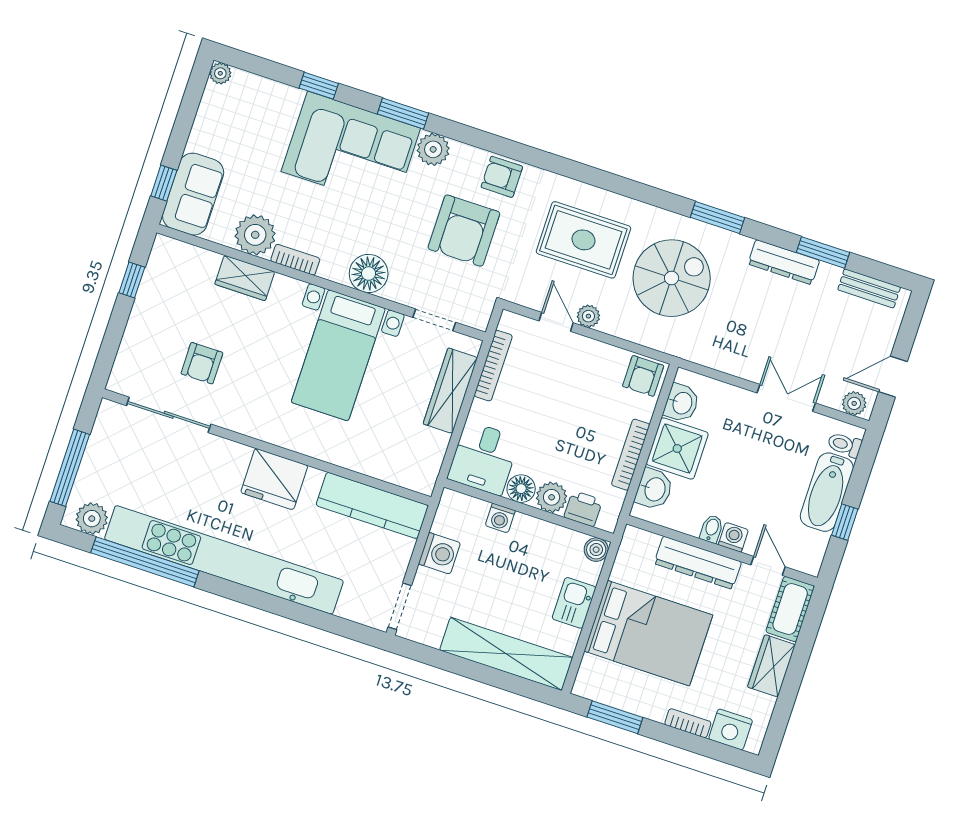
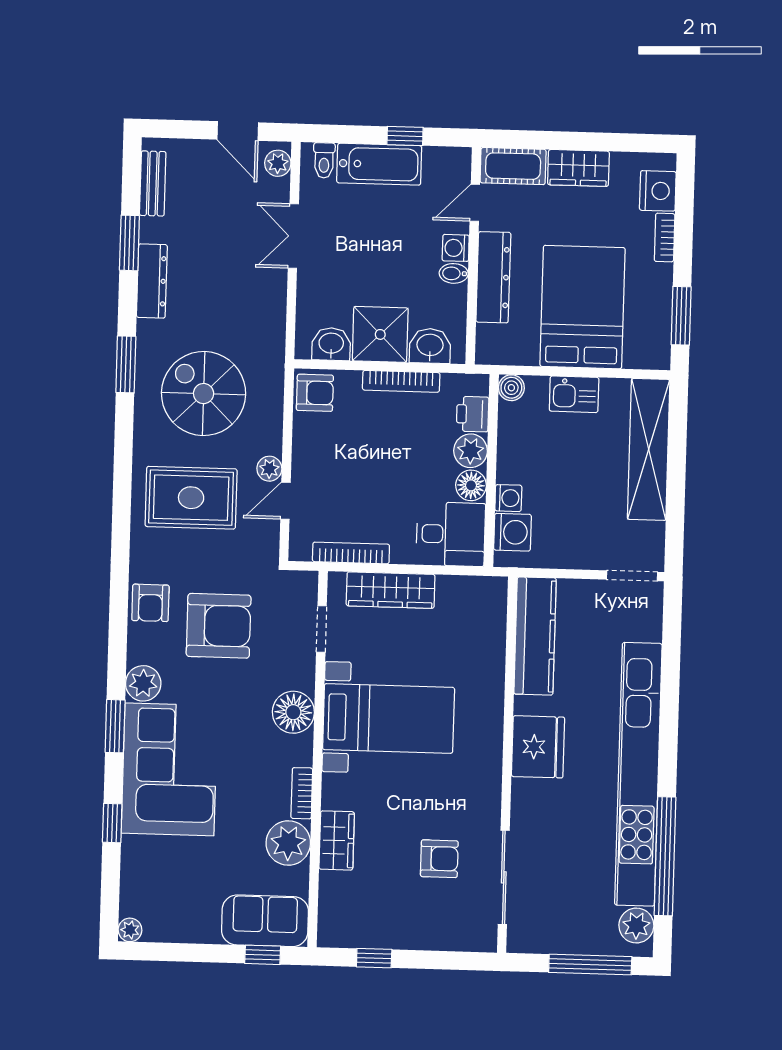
rug: (583, 240) -> (191, 498), turned 90
washing machine: (439, 553) -> (512, 532), moved, turned 90

